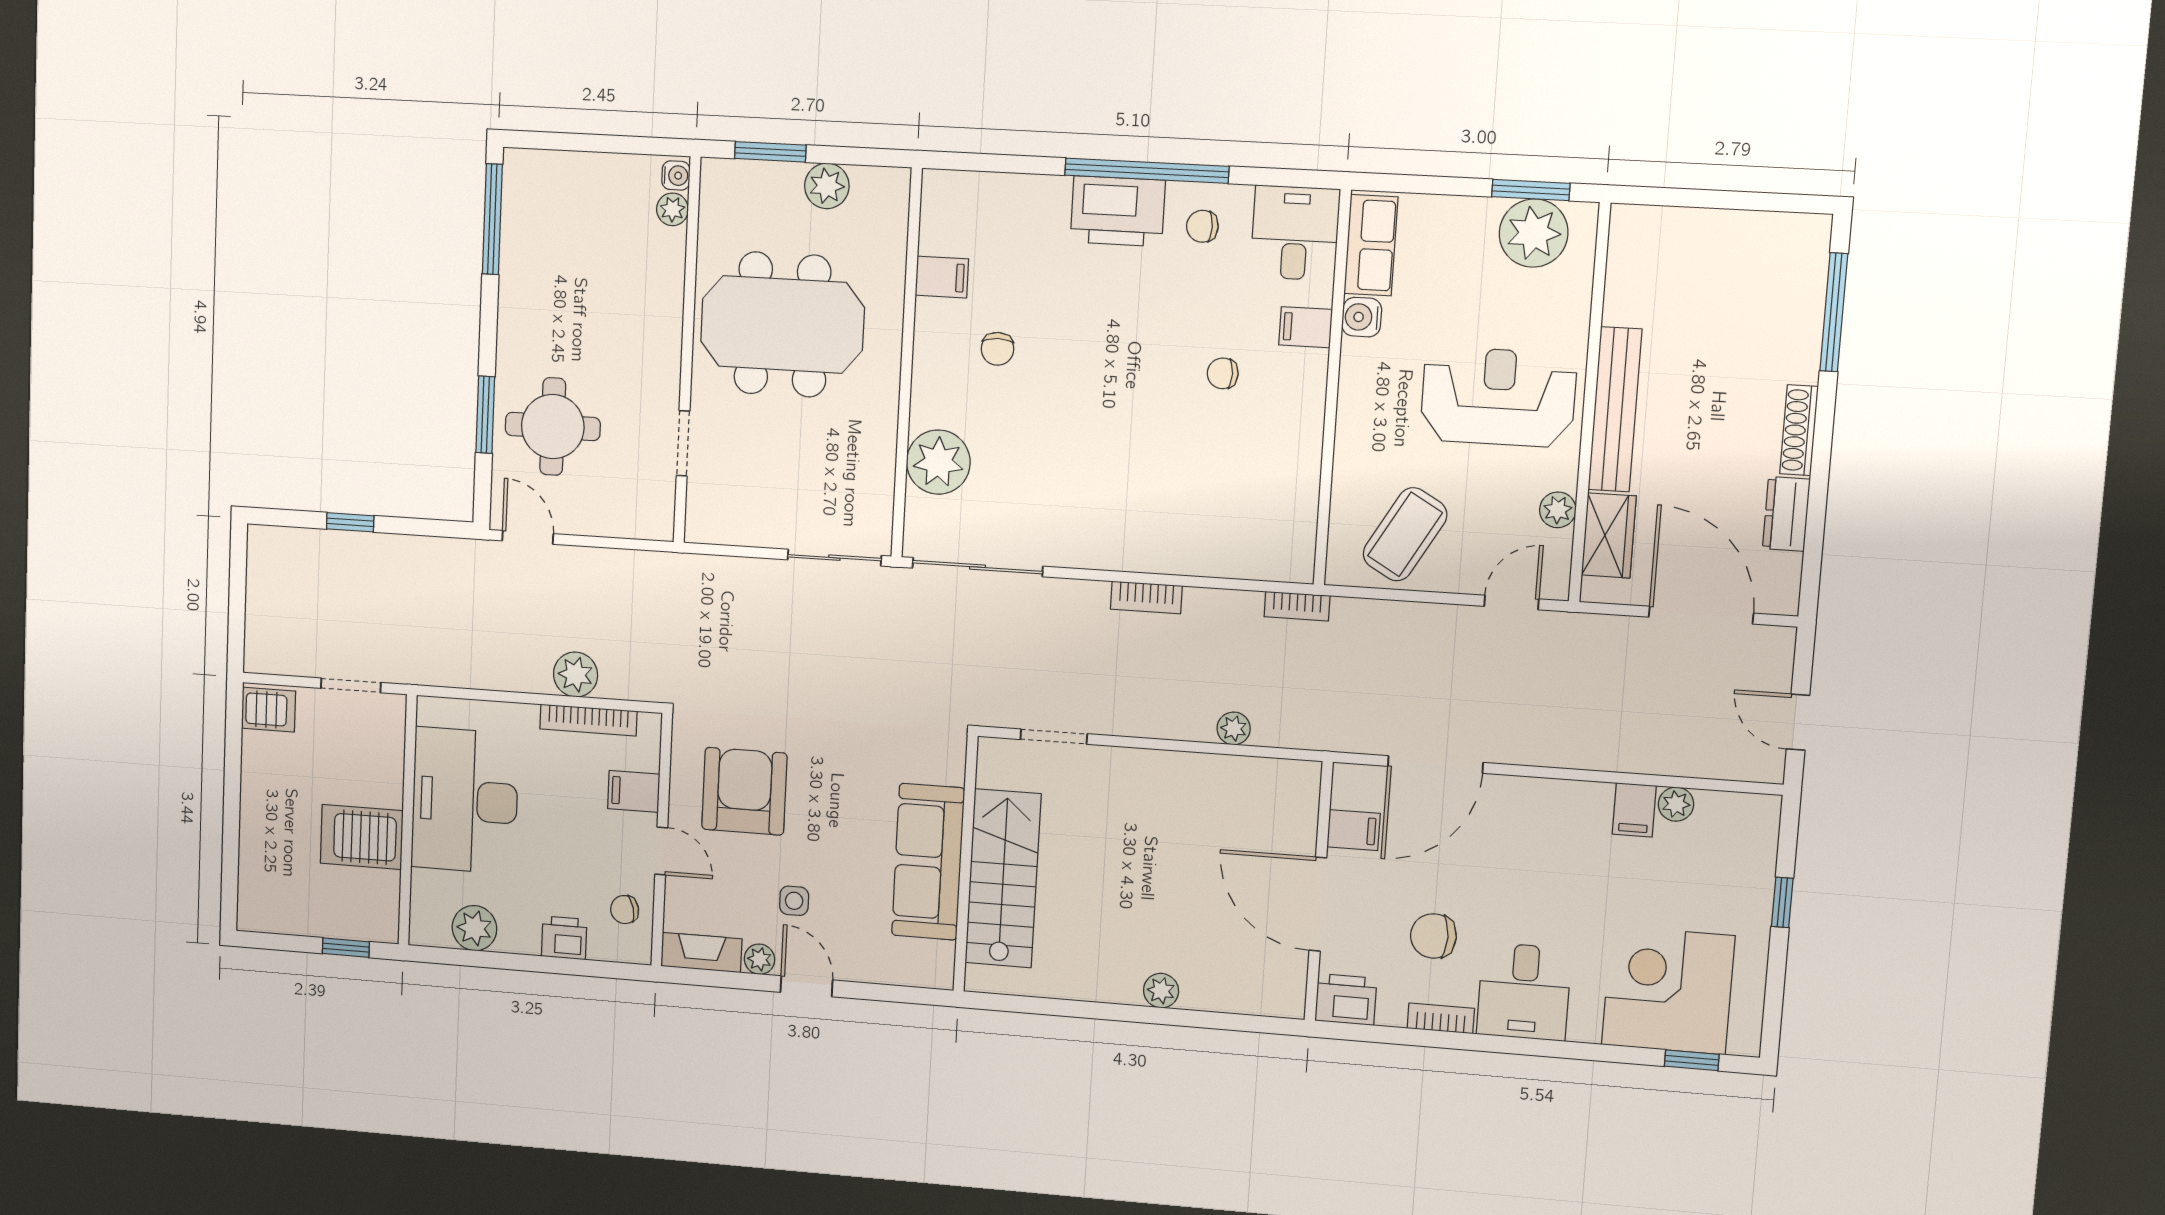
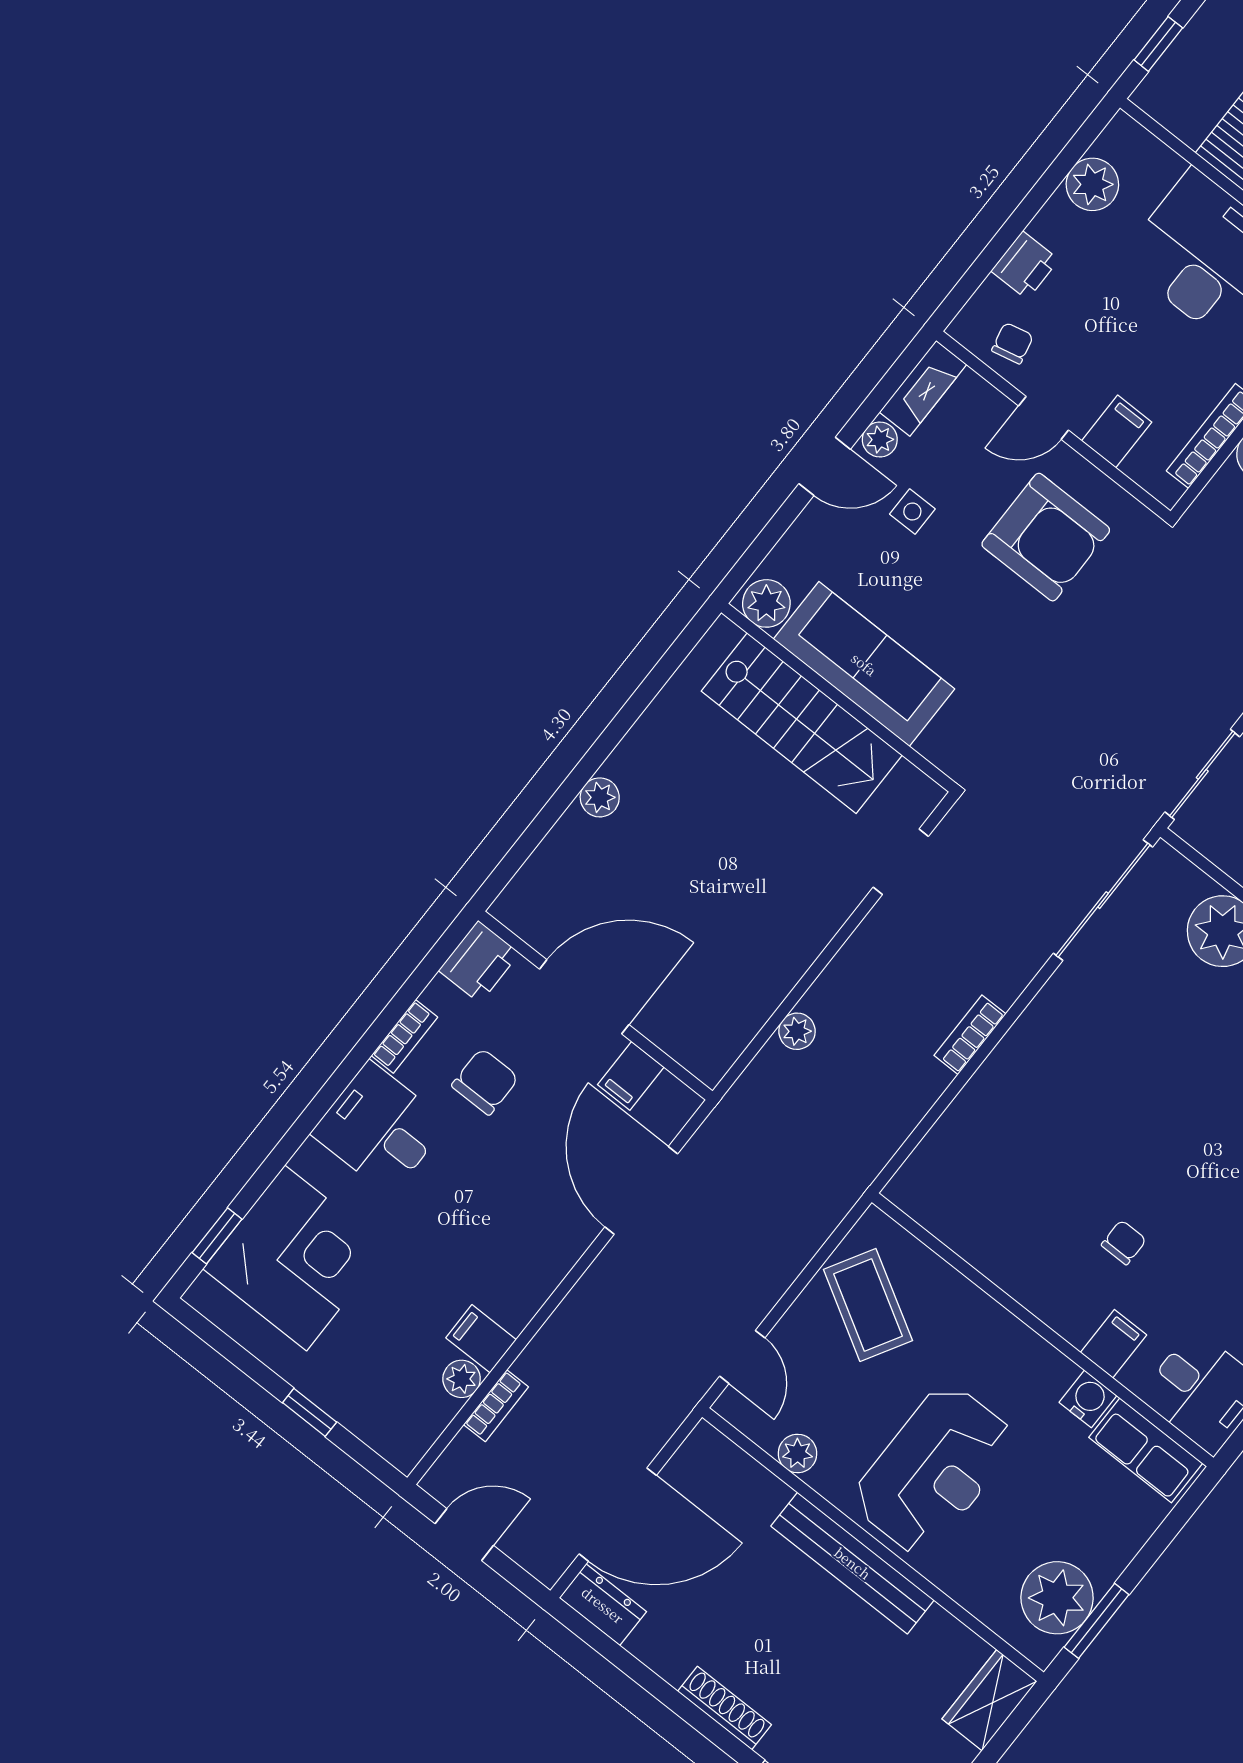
dresser: (1786, 514) -> (603, 1605), moved
wardrobe: (1609, 535) -> (989, 1700), moved, turned 90
bookcase: (1297, 606) -> (496, 1406), moved, turned 180
plant: (934, 963) -> (766, 603), added

